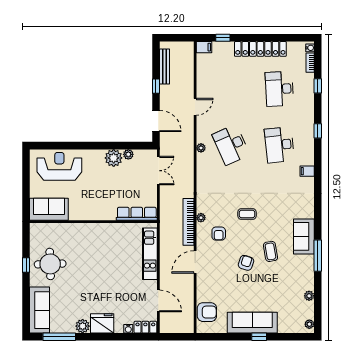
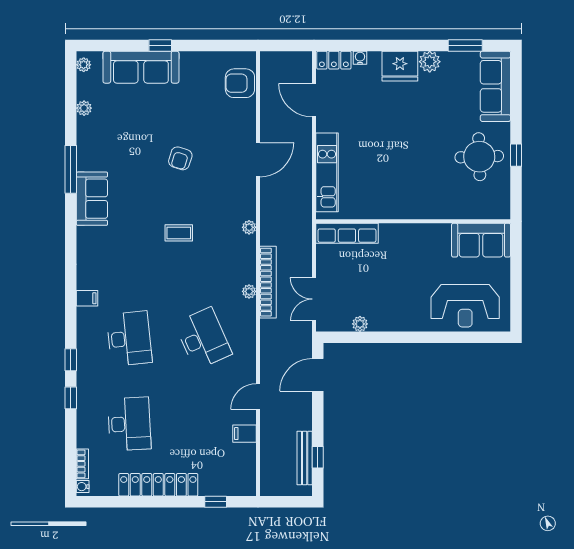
filing cabinet: (204, 47) -> (244, 434), moved
window: (156, 86) -> (318, 457), moved
window: (318, 86) -> (71, 398), moved
door: (156, 121) -> (318, 375), hinge flipped
plant: (201, 148) -> (249, 291), moved
plant: (114, 158) -> (382, 318), removed
bookcase: (189, 222) -> (268, 282), moved
armchair: (219, 234) -> (222, 203), removed
coffee table: (270, 251) -> (143, 176), removed
sofa: (252, 323) -> (141, 67), moved
window: (59, 337) -> (465, 45), width x0.69

